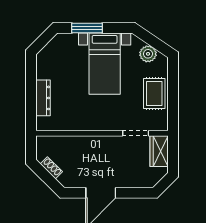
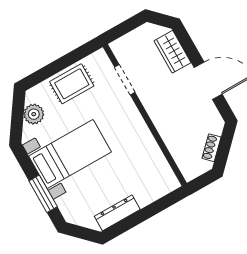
dresser: (43, 98) -> (117, 213), moved
wardrobe: (159, 151) -> (172, 52), moved, turned 90

